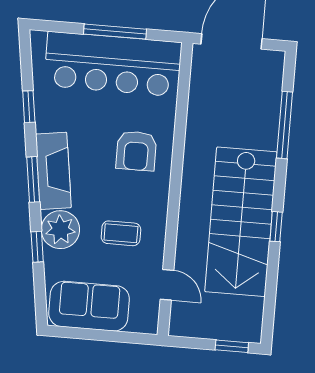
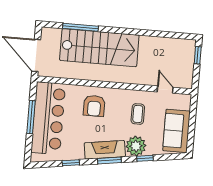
armchair: (136, 151) -> (94, 106), turned 90
stairs: (241, 222) -> (99, 48), moved
window: (276, 227) -> (134, 32), removed
door: (167, 285) -> (165, 90), hinge flipped

